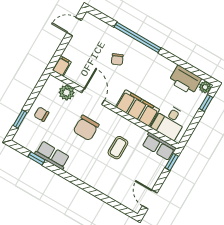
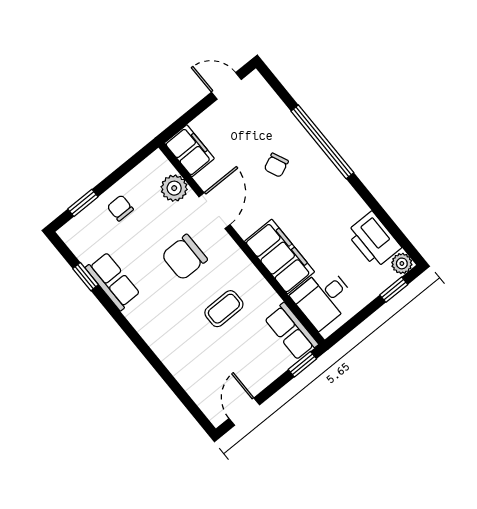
filing cabinet: (62, 66) -> (189, 151), width x2.00

